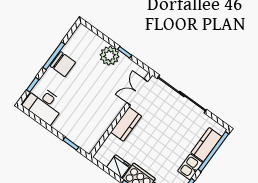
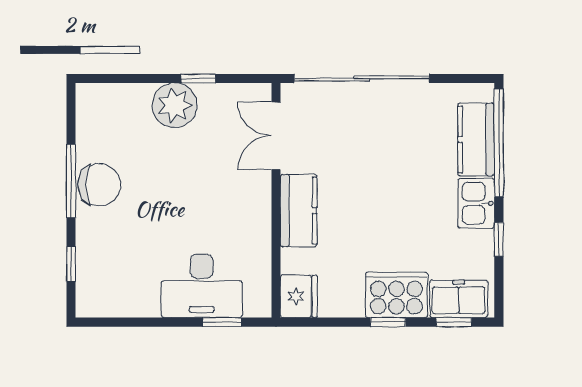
desk: (44, 105) -> (202, 286), moved
fridge: (119, 166) -> (299, 296), moved, turned 90

